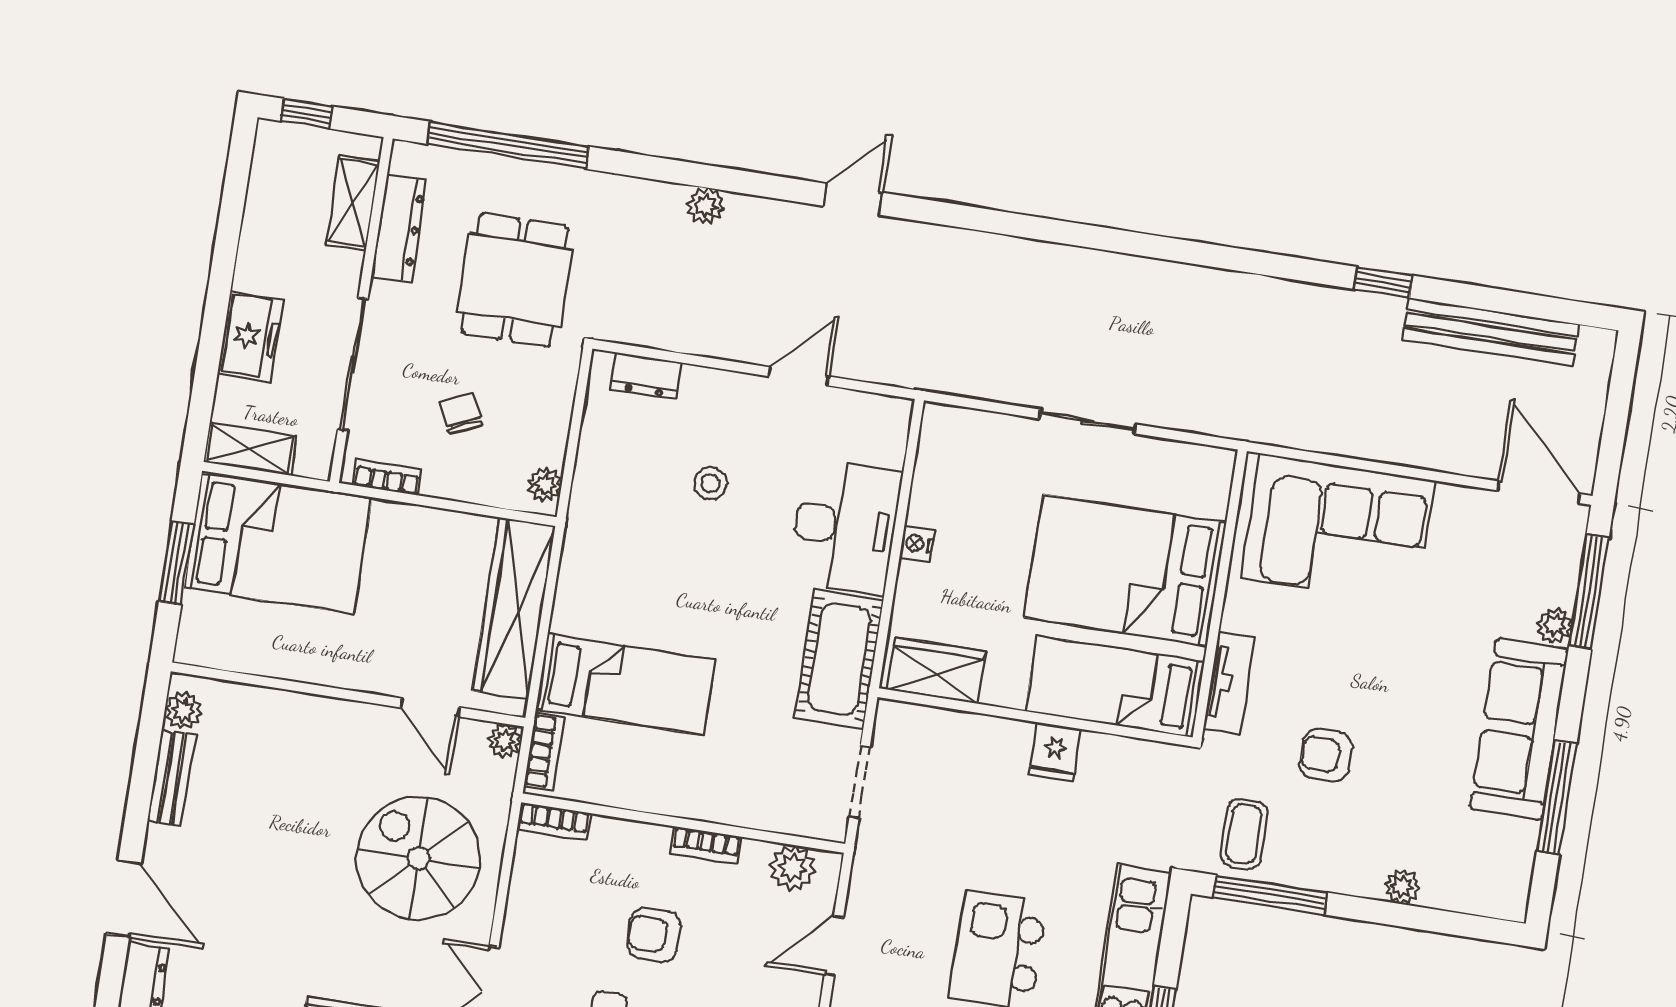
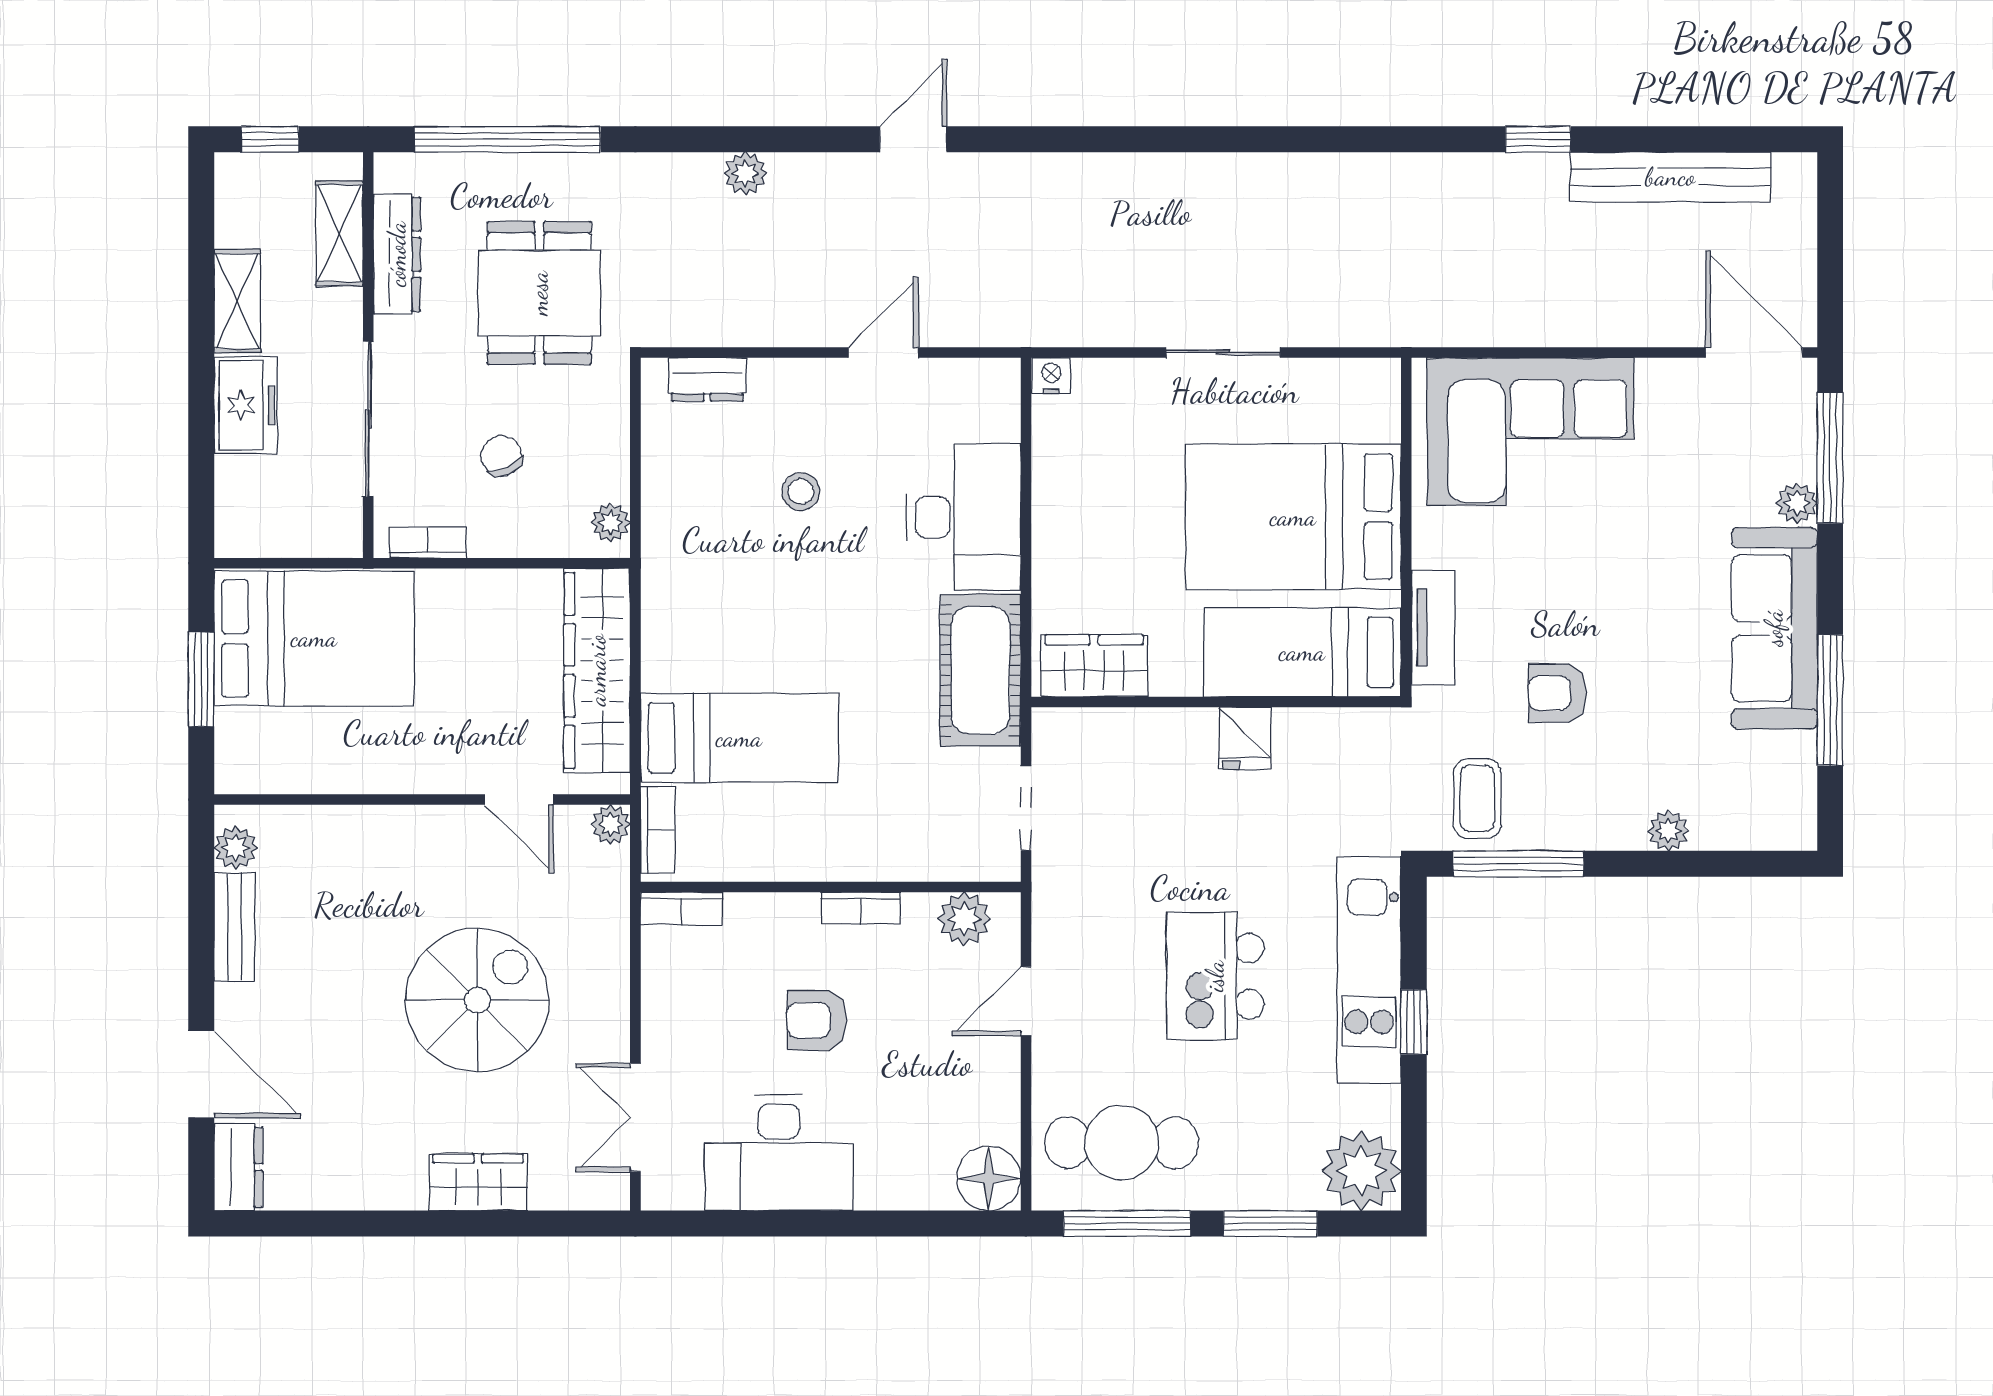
shelving: (250, 449) -> (237, 301), moved, turned 90
nightstand: (917, 544) -> (1051, 376), moved, turned 90
spiral stairs: (418, 858) -> (477, 1000), moved, turned 90

